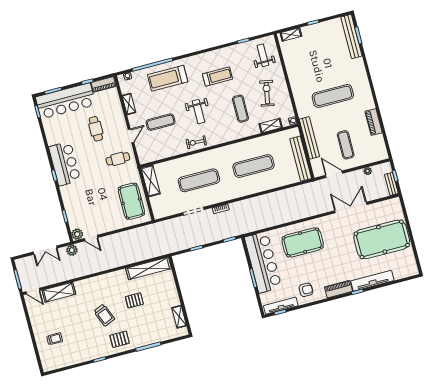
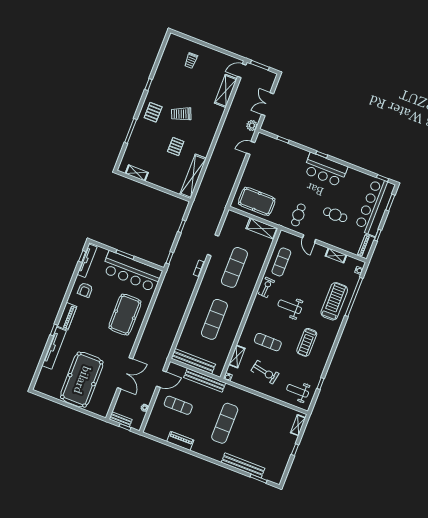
bench: (351, 36) -> (243, 465), moved
weight bench: (263, 55) -> (298, 391), turned 180
exercise mat: (161, 122) -> (281, 262), moved
plant: (77, 234) -> (262, 139), removed

